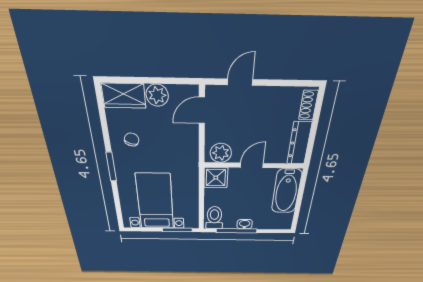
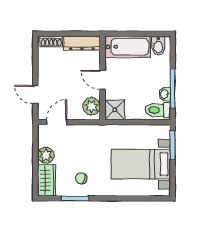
door: (202, 110) -> (57, 122), swing flipped
window: (111, 167) -> (75, 198), moved
bidet: (283, 219) -> (158, 46), added
washbasin: (245, 224) -> (165, 94), moved

